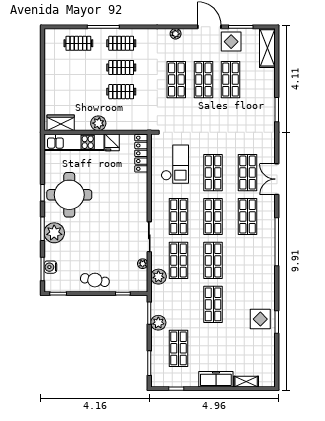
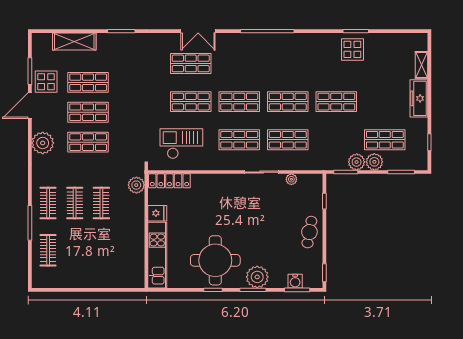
plant: (176, 34) -> (43, 143), width x1.88, depth x1.88
shelving: (267, 48) -> (74, 42), moved
wardrobe: (61, 123) -> (136, 270), removed
plant: (98, 123) -> (136, 185), moved
shop shelf: (248, 216) -> (239, 63), removed
plant: (158, 277) -> (374, 162), moved

